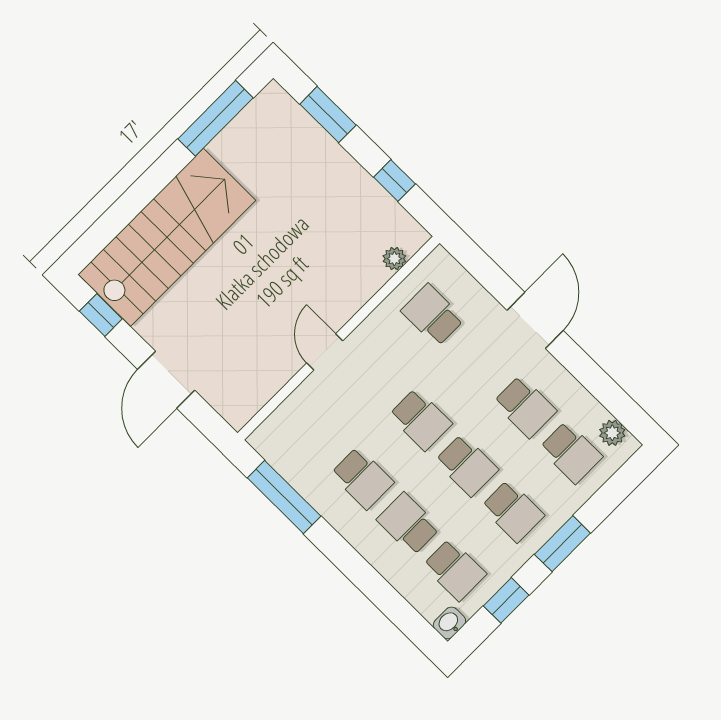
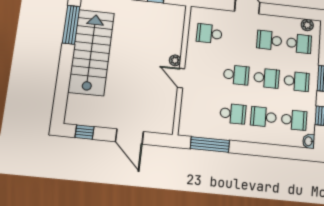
stairs: (167, 237) -> (91, 52), moved
plant: (394, 259) -> (175, 60), moved
school desk: (525, 407) -> (269, 40), turned 180

